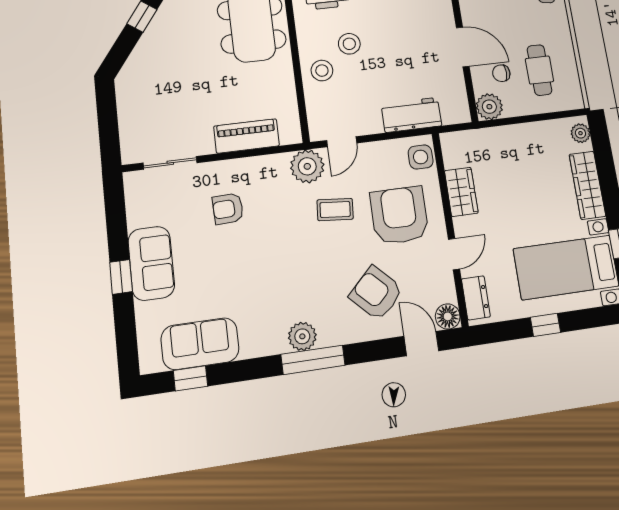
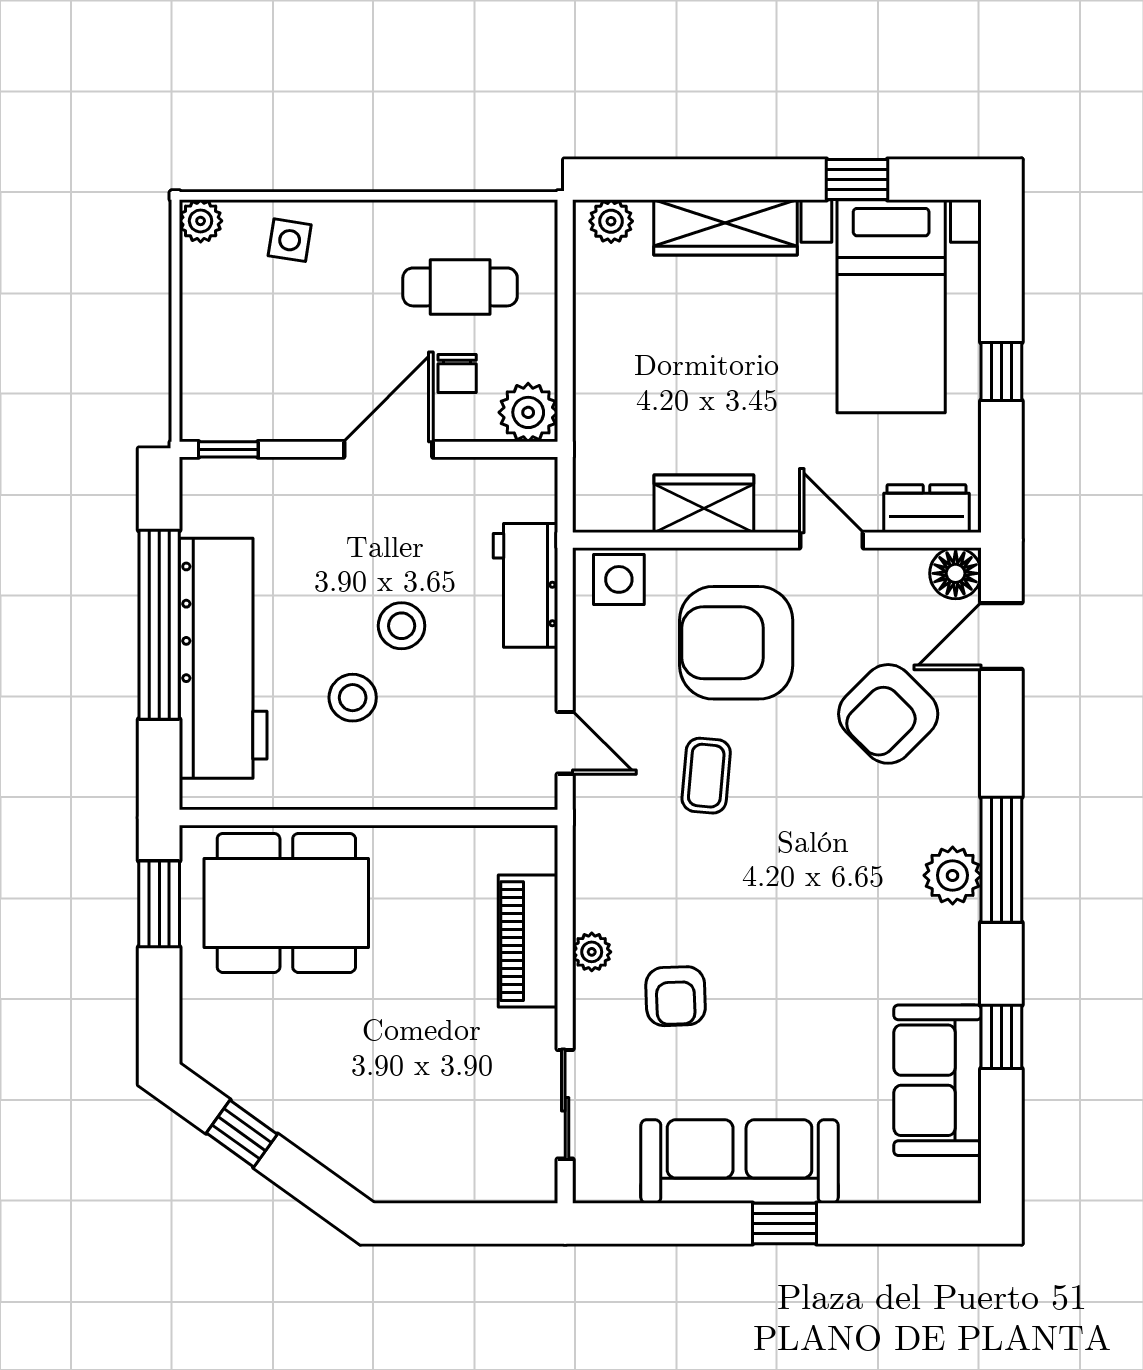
stool: (322, 71) -> (402, 626), moved
plant: (307, 166) -> (592, 952), moved, width x0.53, depth x0.53
sofa: (151, 263) -> (740, 1161), width x1.36
window: (190, 378) -> (1001, 1037), moved

